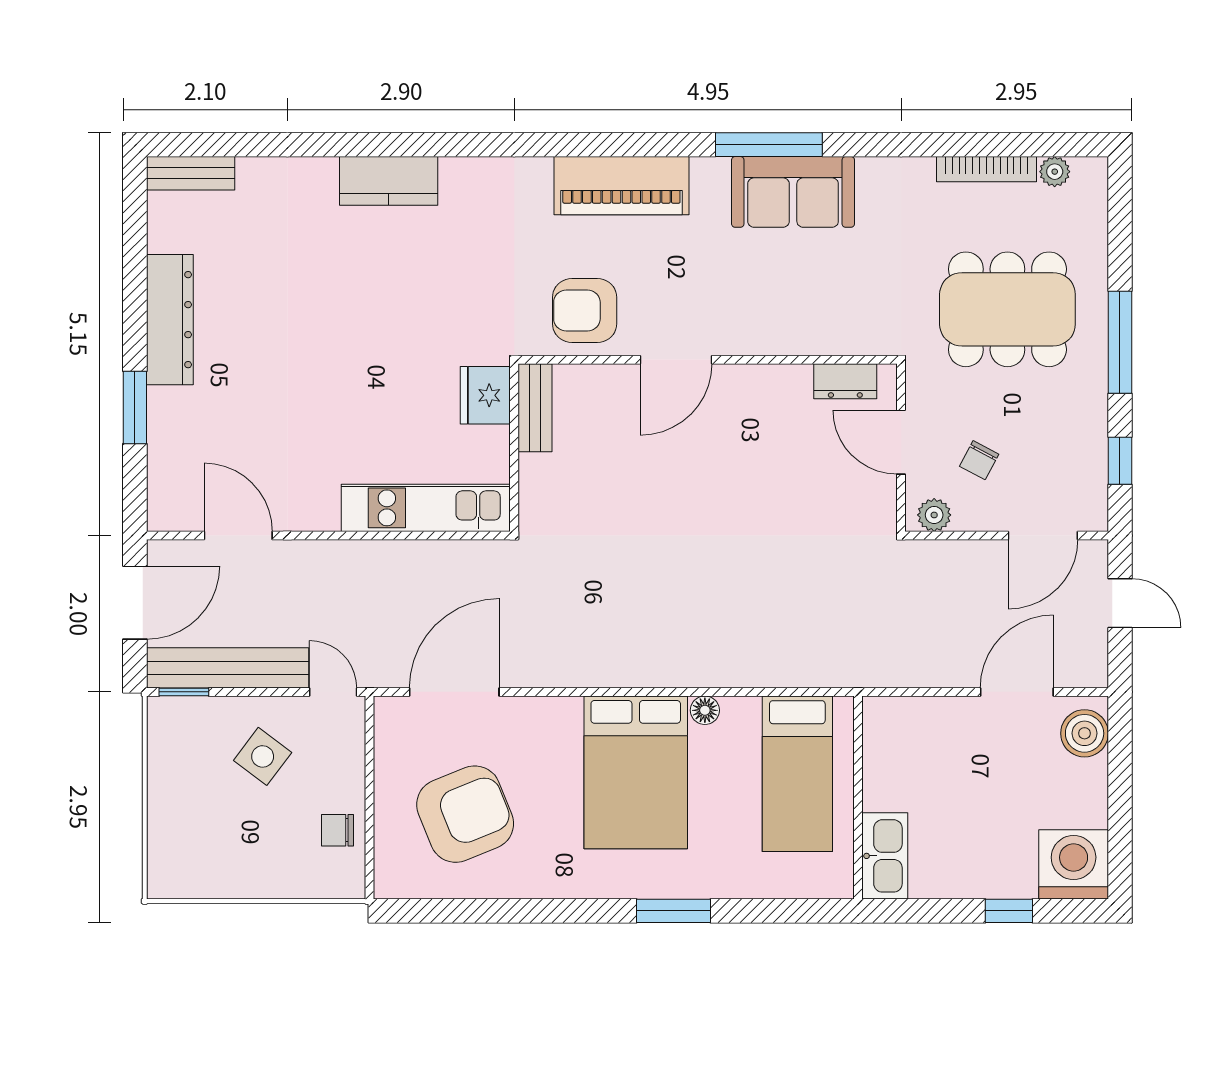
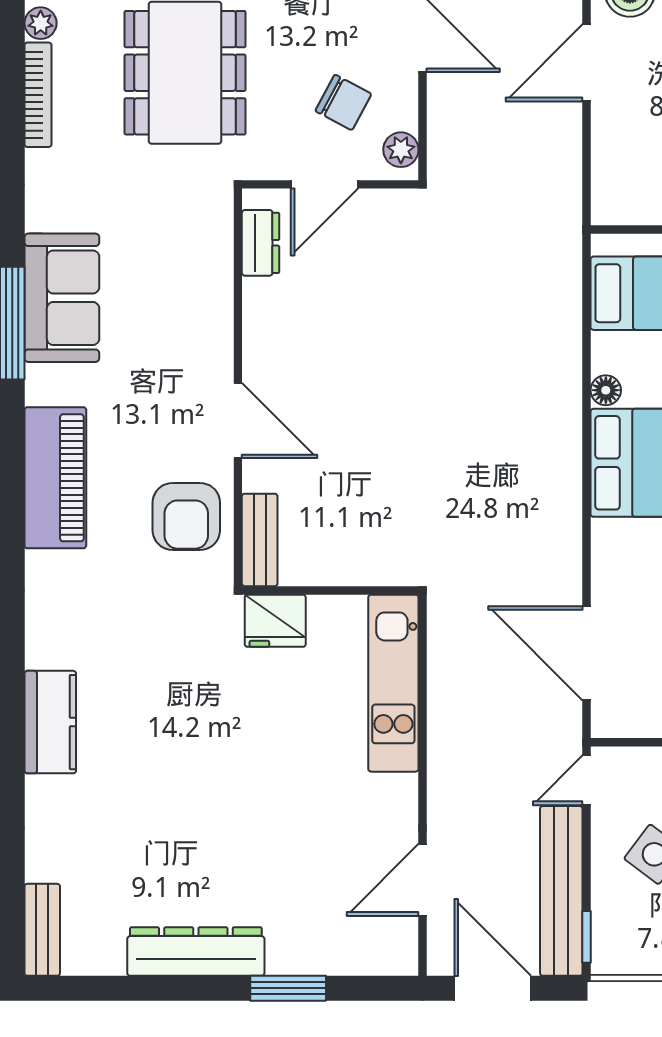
bench: (535, 408) -> (260, 540), moved, turned 90
chair: (979, 460) -> (343, 102), width x1.37, depth x1.37
door: (1017, 692) -> (587, 63), hinge flipped

